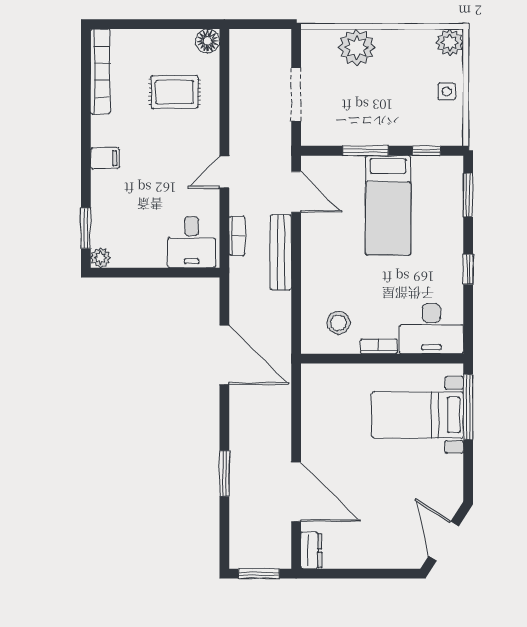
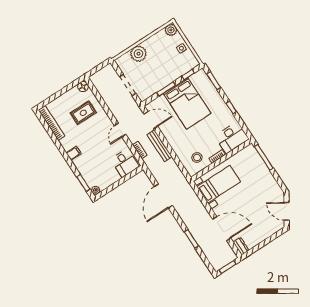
bed: (388, 205) -> (187, 103), width x1.50
door: (224, 355) -> (163, 196), swing flipped
bed with nightstands: (418, 415) -> (219, 184), moved, turned 180

